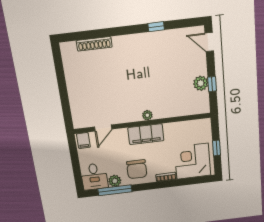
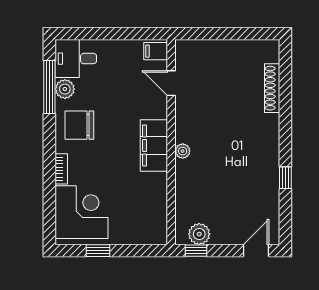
plant: (147, 115) -> (183, 151), moved
wall: (142, 123) -> (171, 142), moved
door: (103, 128) -> (171, 83), moved
filing cabinet: (146, 134) -> (154, 145), moved
filing cabinet: (83, 141) -> (156, 51), moved

